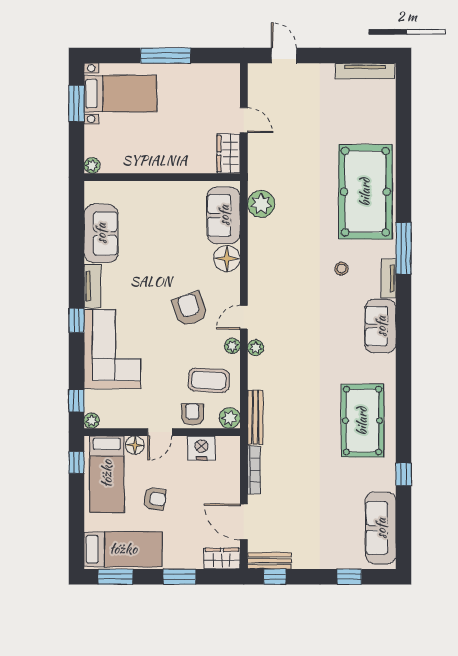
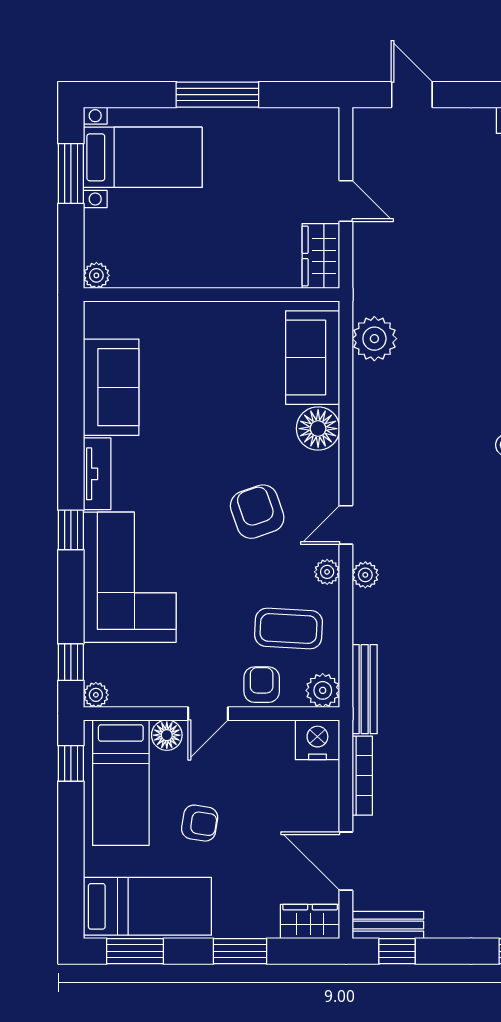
nightstand: (201, 448) -> (317, 740), moved

